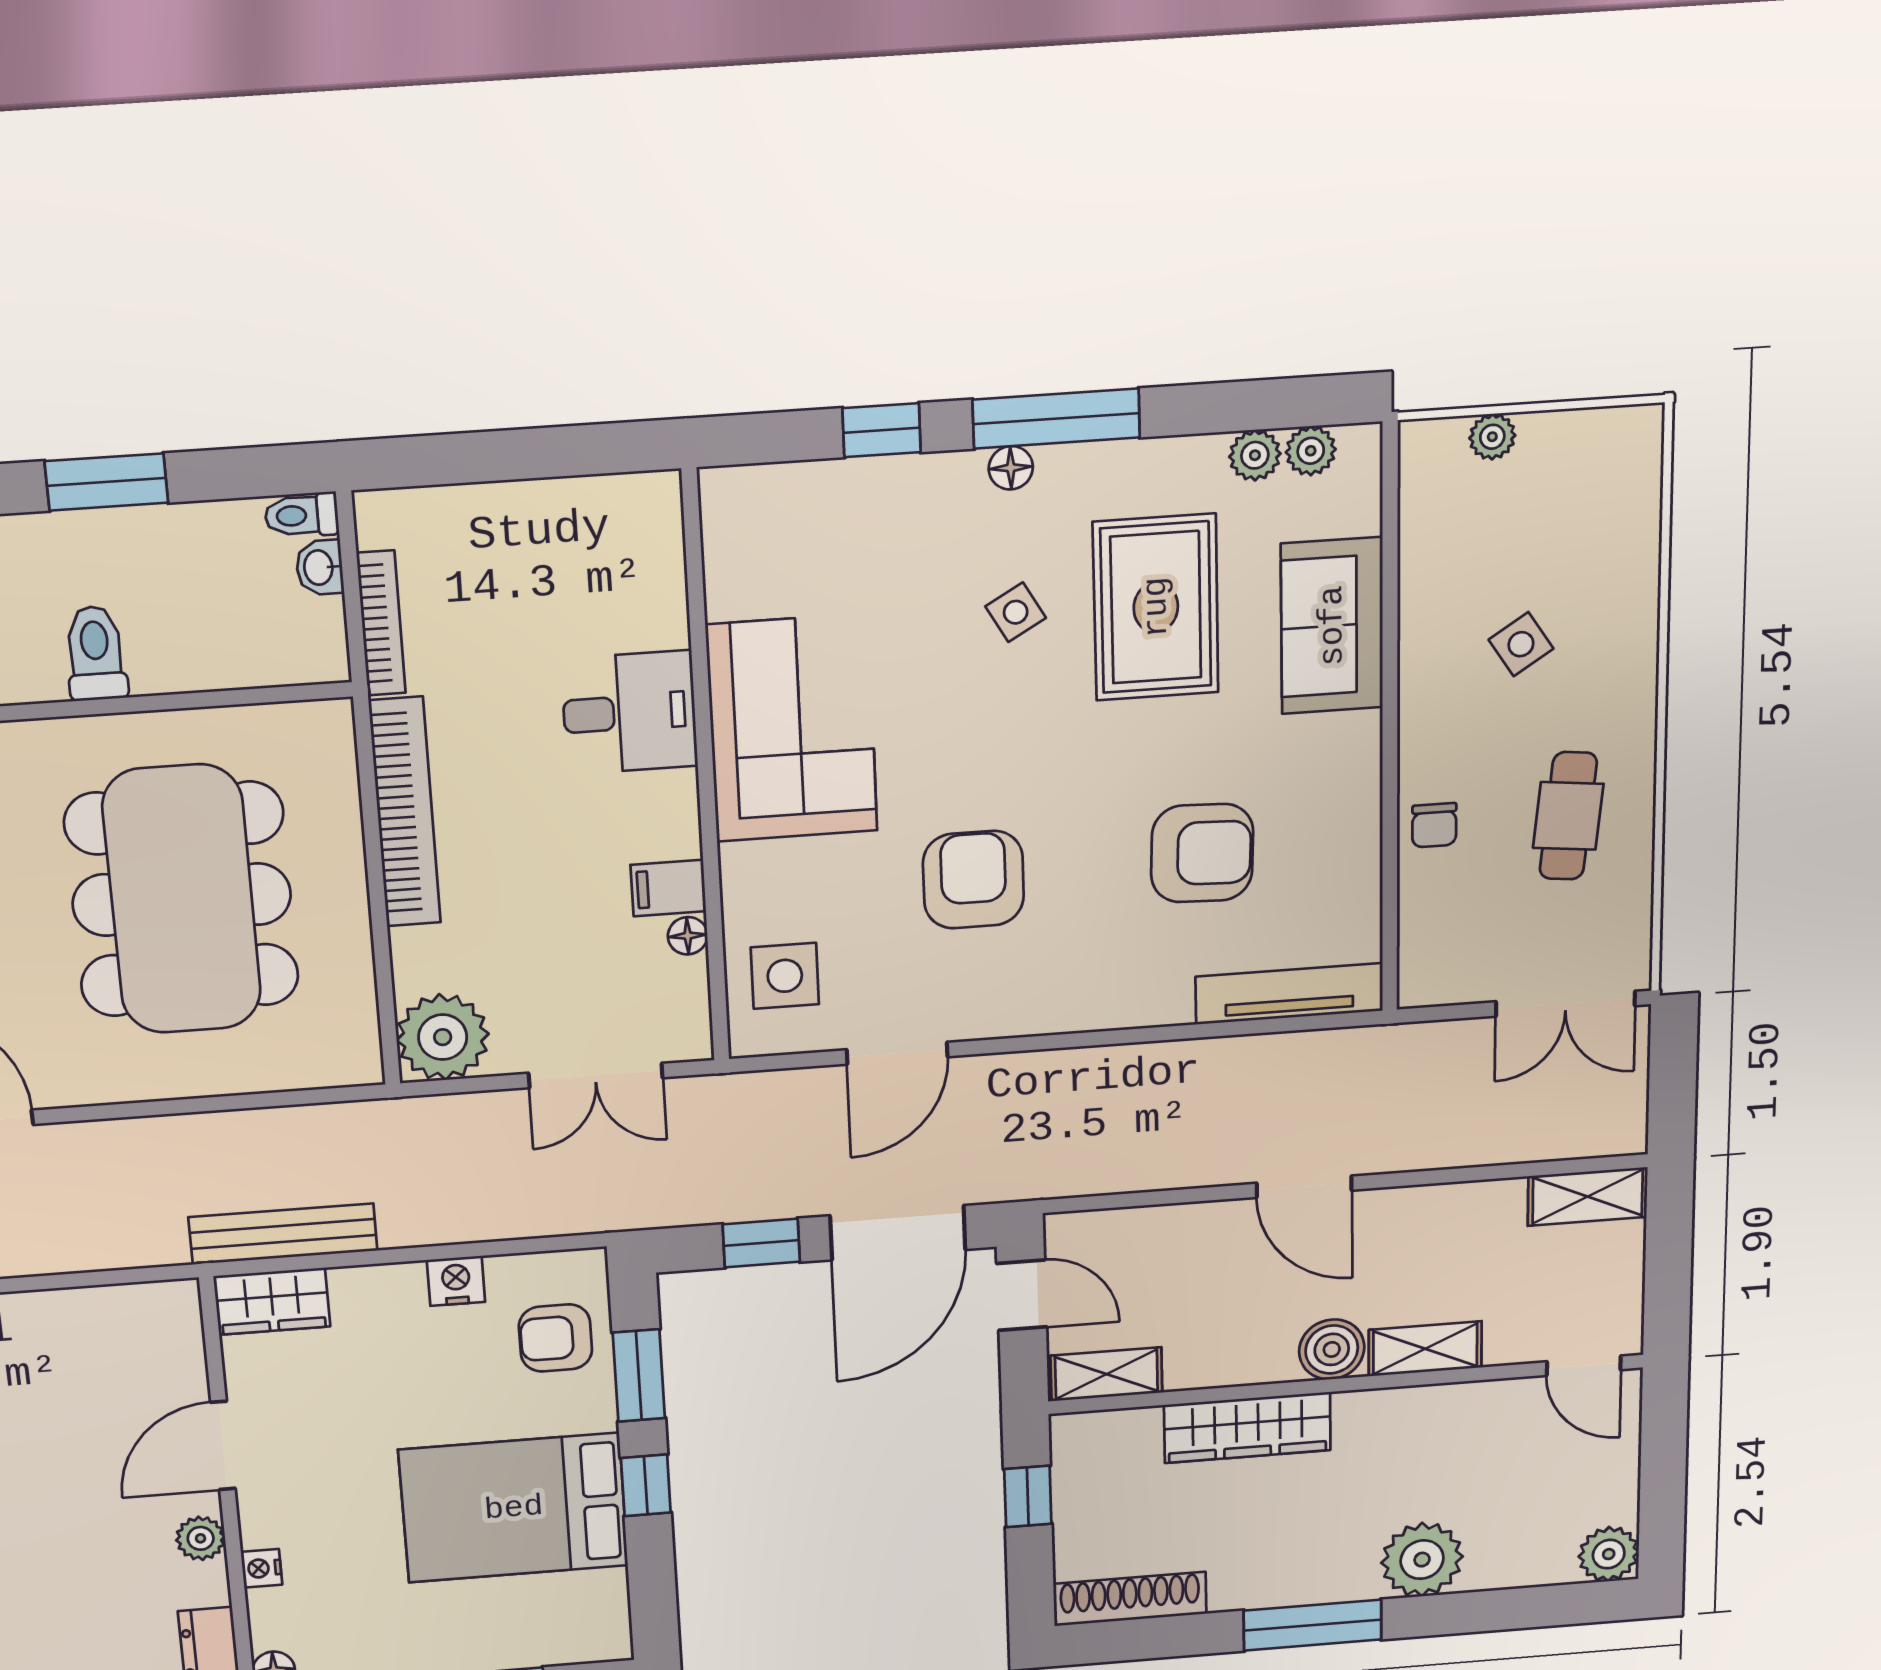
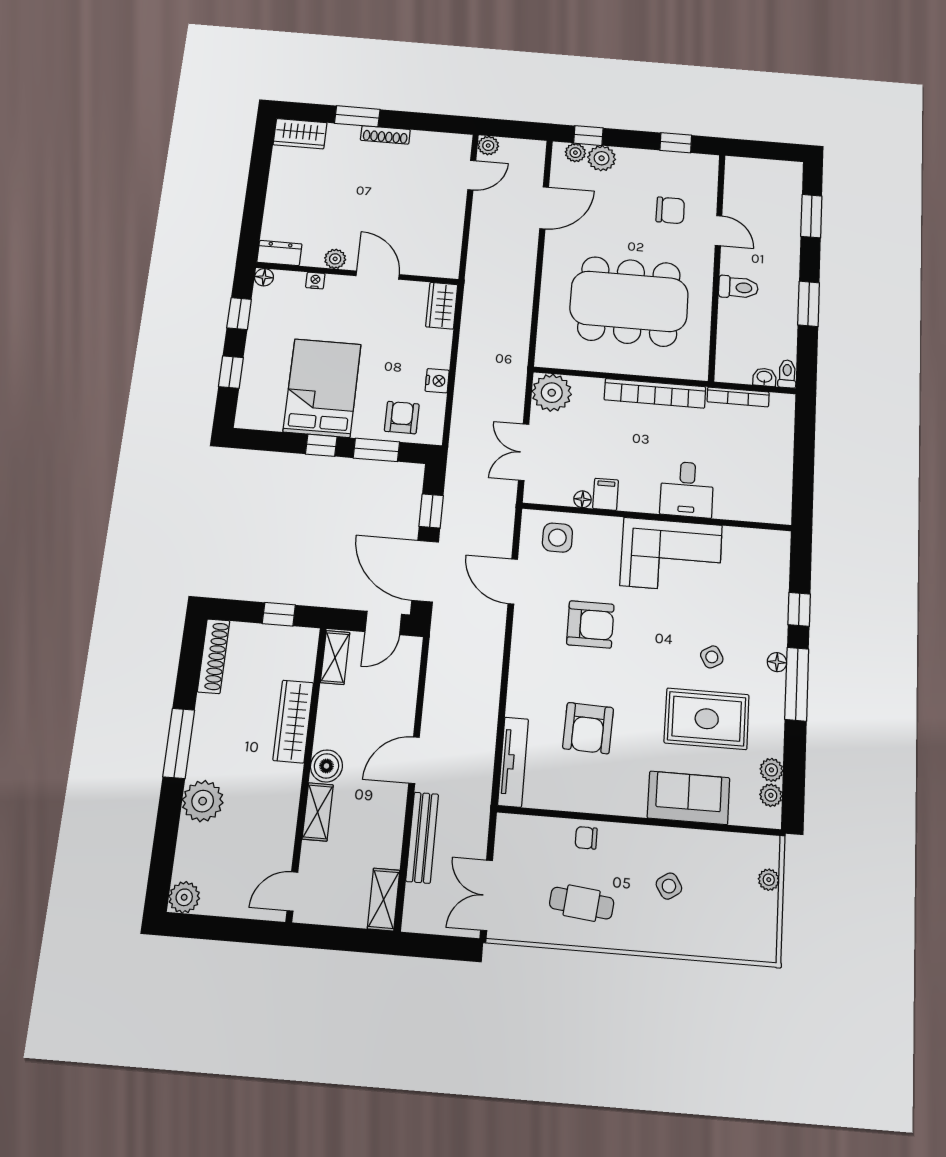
bench: (283, 1234) -> (422, 838), moved

